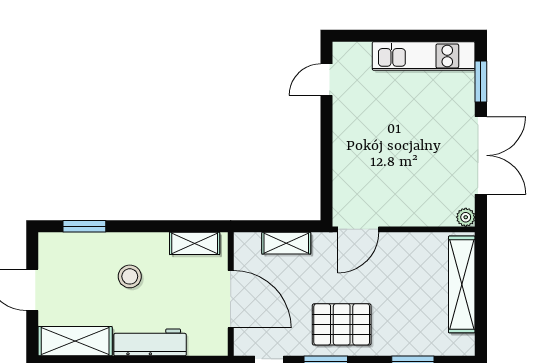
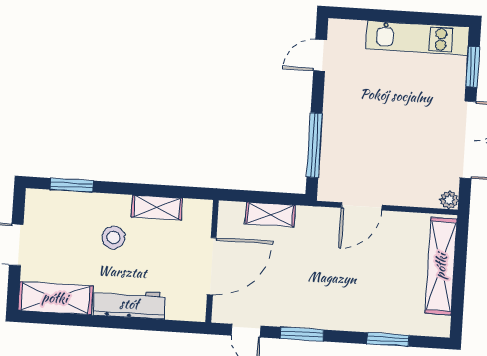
window: (326, 170) -> (314, 145), added
door: (358, 229) -> (362, 206), moved
shelving: (195, 243) -> (157, 208), moved
door: (231, 299) -> (212, 266), hinge flipped
pallet: (342, 324) -> (320, 298), removed

